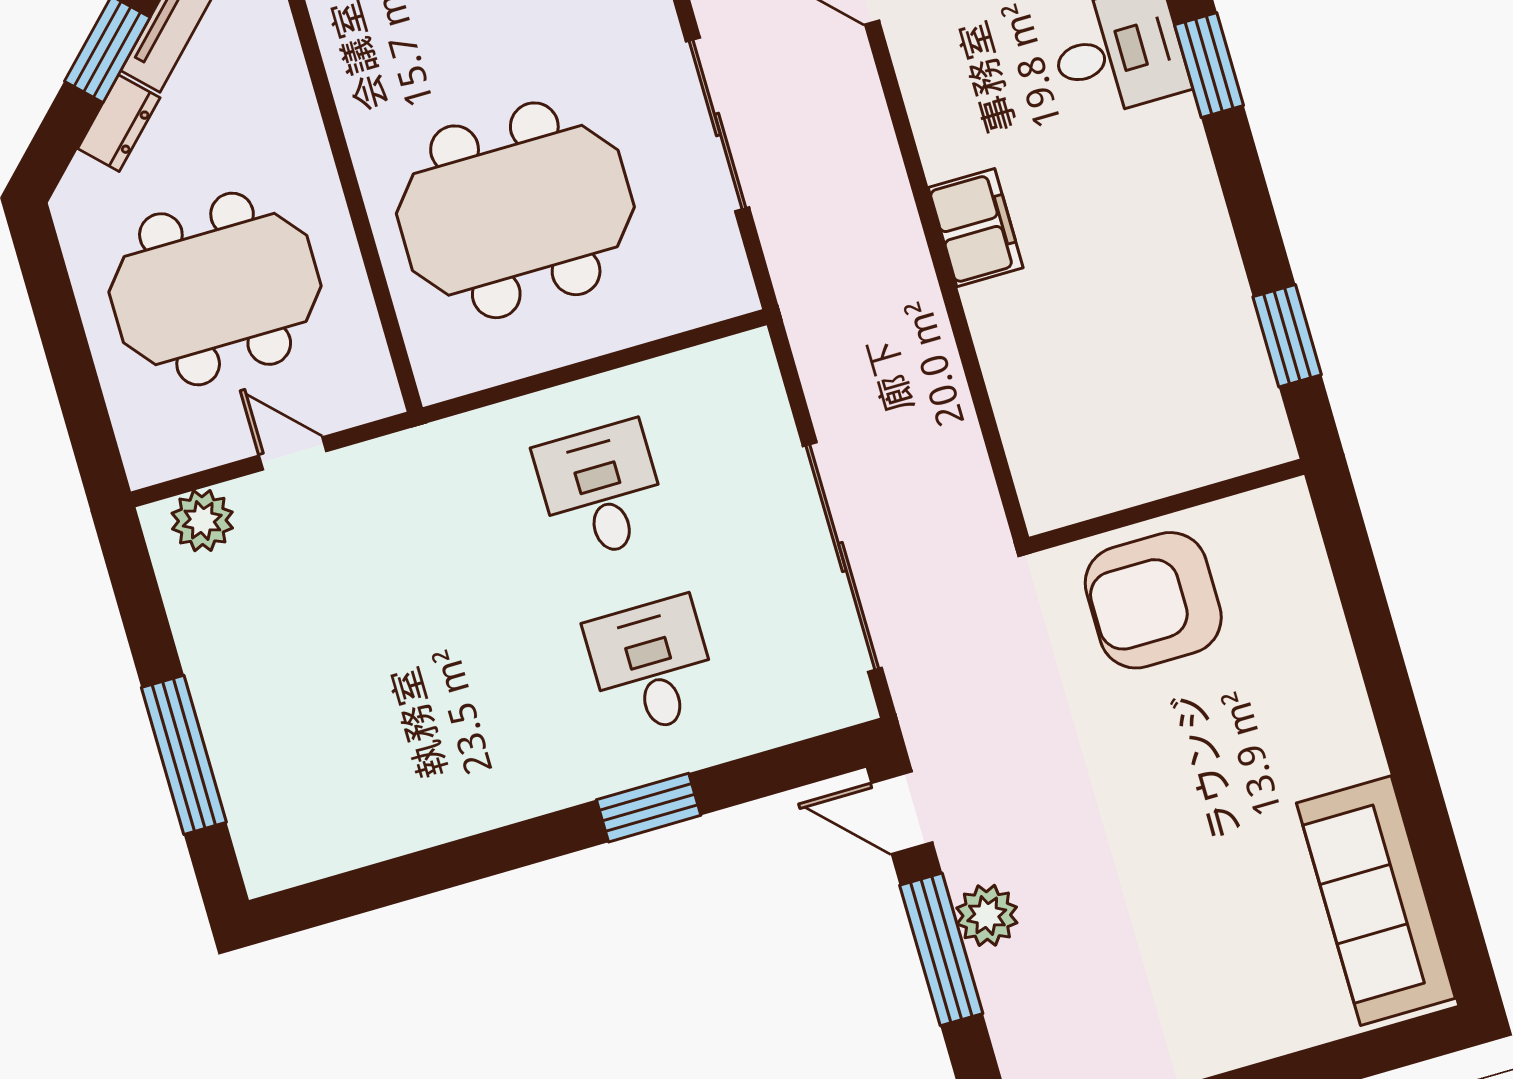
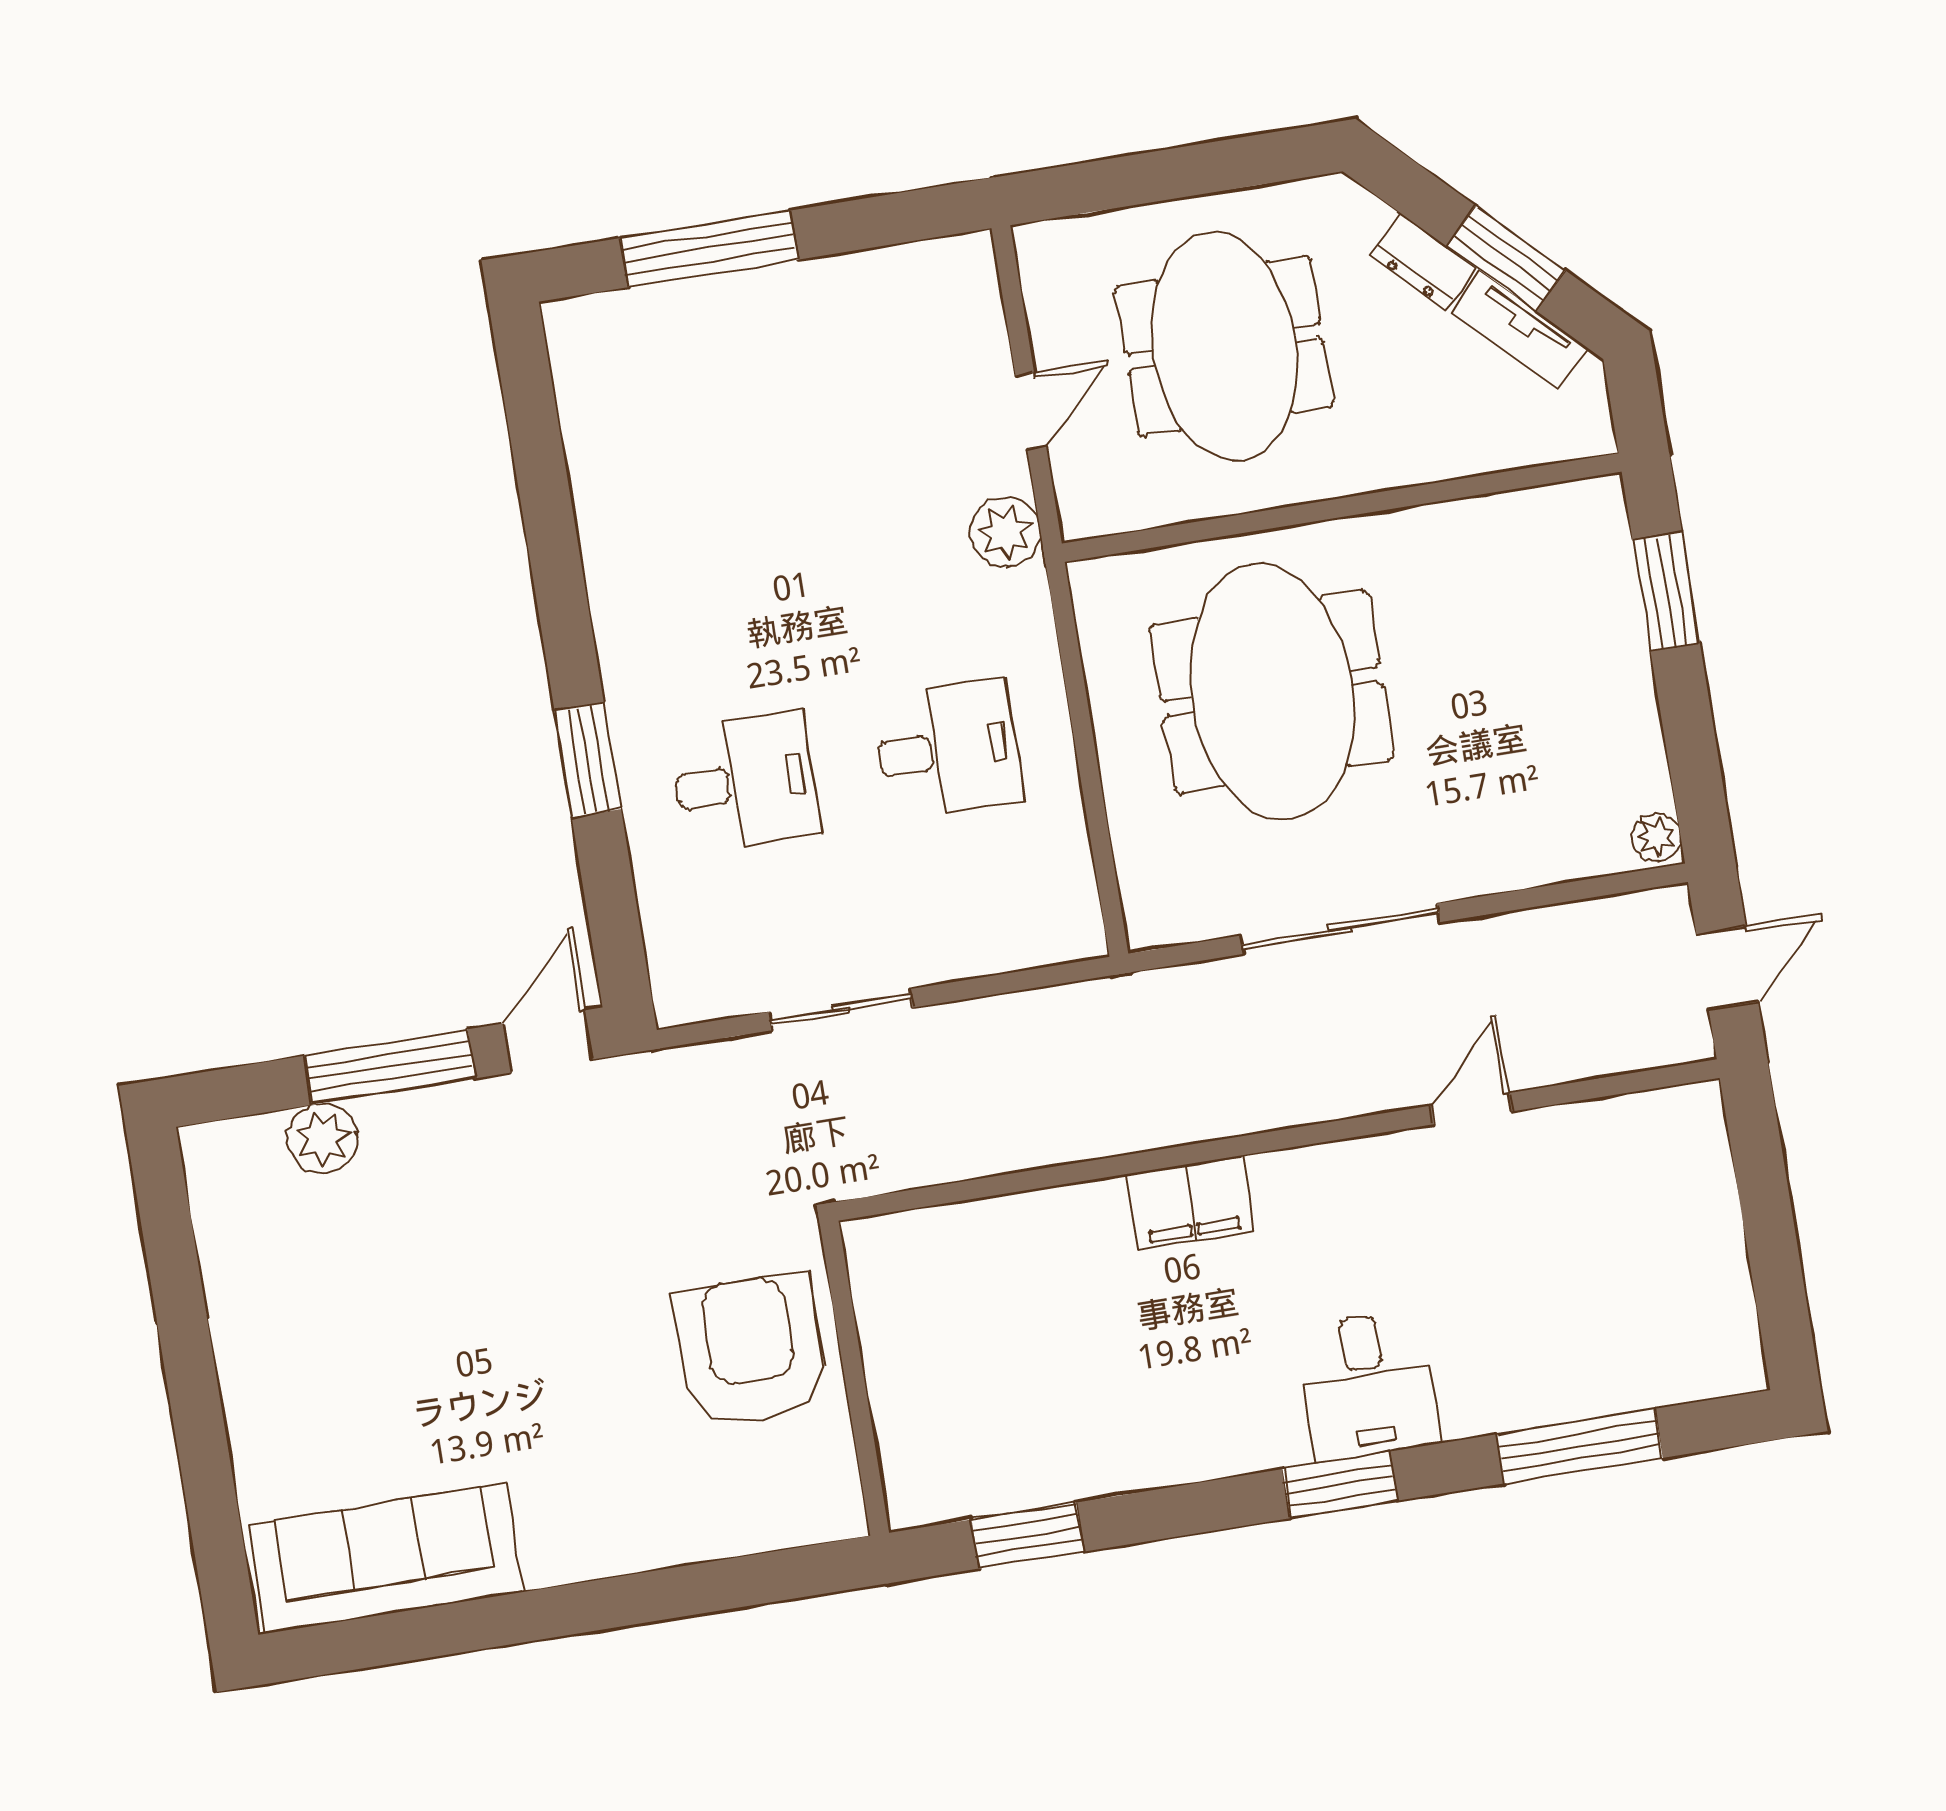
plant: (202, 521) -> (1005, 532), moved
sliding door: (842, 557) -> (841, 1010), width x0.54
plant: (987, 915) -> (323, 1138), moved

